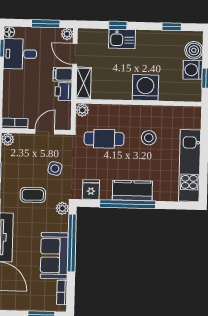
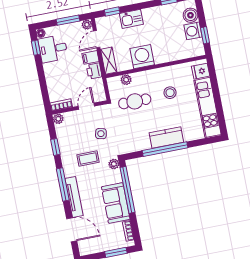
window: (118, 25) -> (112, 11), moved
door: (75, 54) -> (97, 39), hinge flipped
washing machine: (145, 88) -> (142, 57), moved
plant: (82, 110) -> (126, 80), moved
fridge: (91, 190) -> (201, 71), moved, turned -90

